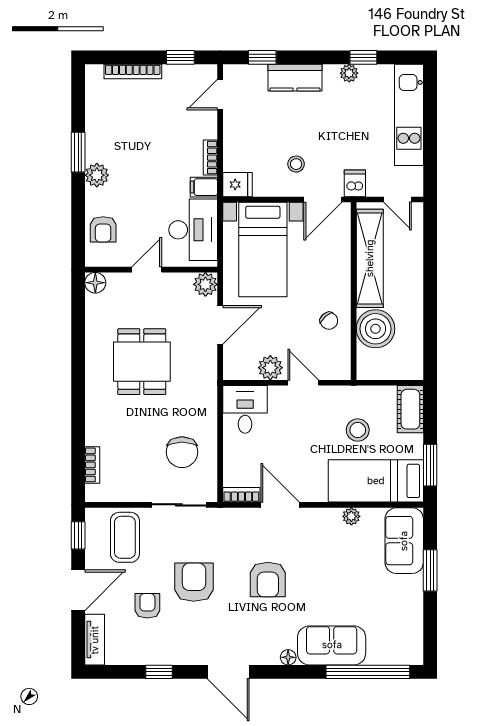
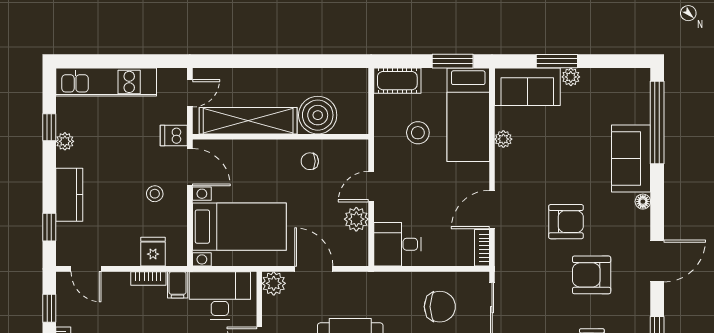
fridge: (237, 185) -> (153, 252), moved
chair: (329, 321) -> (310, 161), turned -138
armchair: (194, 582) -> (592, 275), moved
plant: (414, 585) -> (571, 77), added

